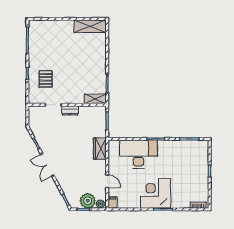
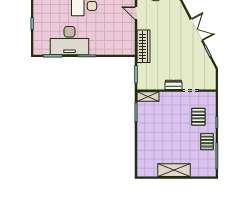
shelving: (90, 26) -> (174, 170), moved
pallet: (37, 54) -> (207, 142), added
wardrobe: (100, 149) -> (143, 46), width x1.50
desk: (139, 154) -> (70, 41), moved

